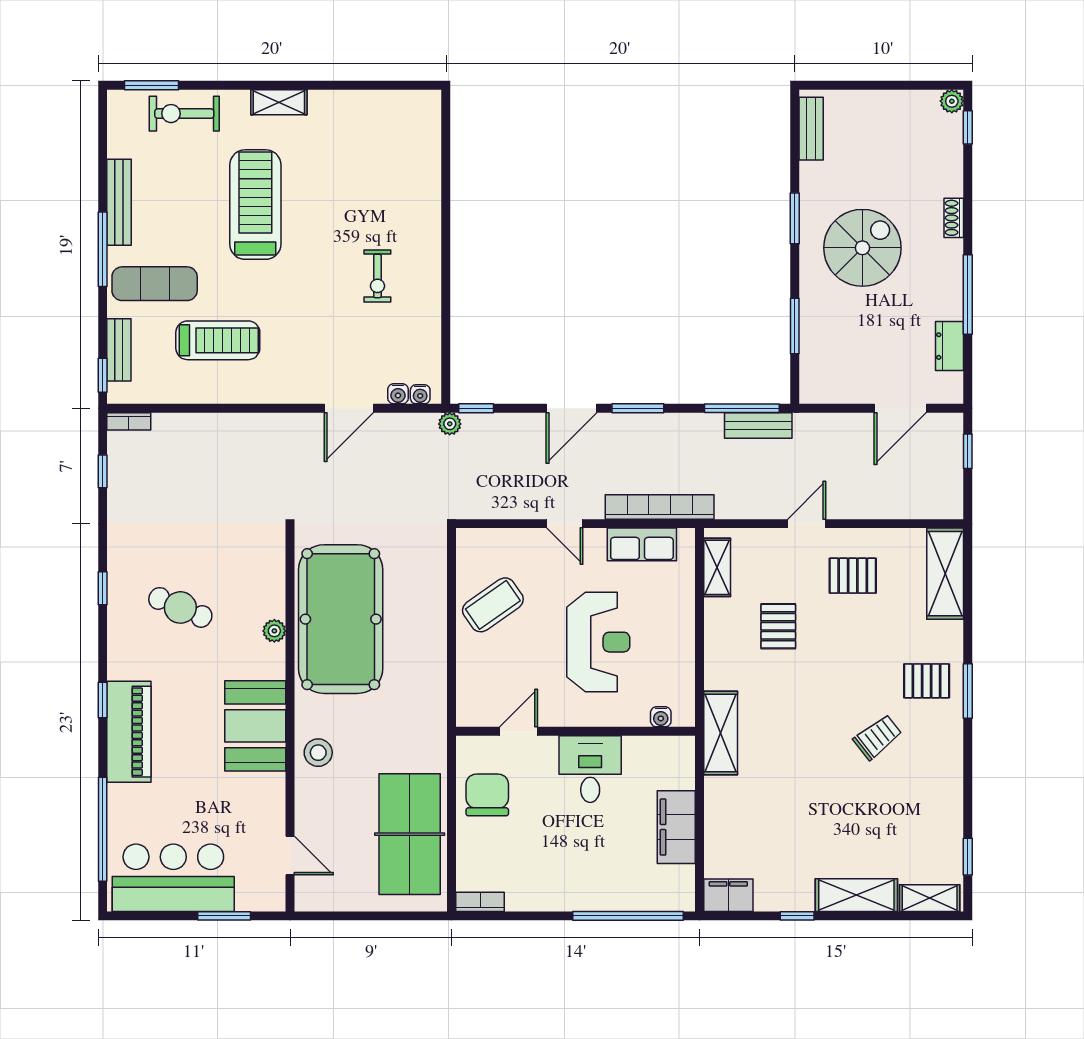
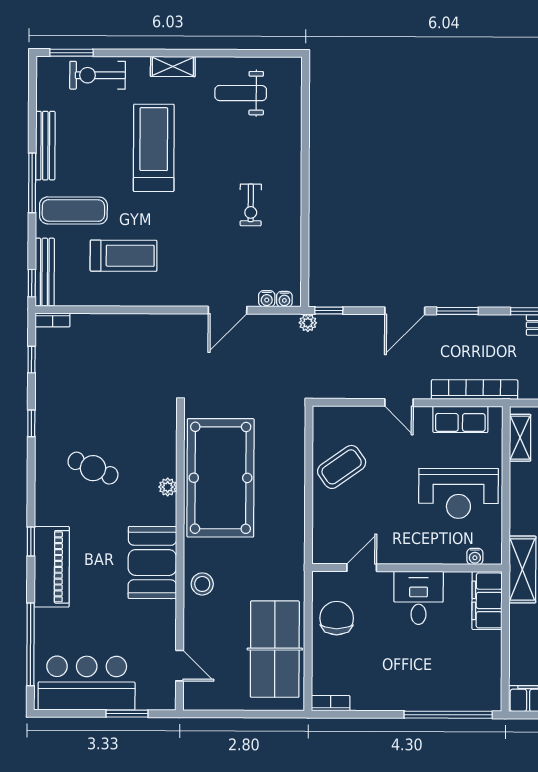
weight bench: (364, 135) -> (241, 93), added
bench: (119, 350) -> (45, 272), width x1.36
window: (103, 588) -> (31, 423), moved
reception desk: (598, 642) -> (458, 493), moved, turned 90
filing cabinet: (676, 827) -> (487, 600), moved

